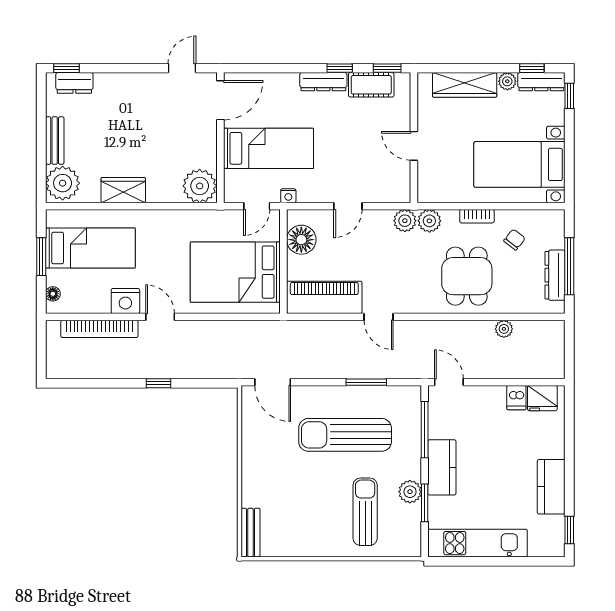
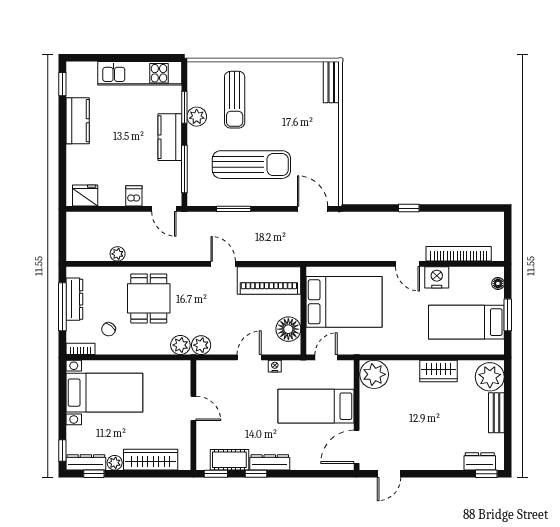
nightstand: (288, 196) -> (275, 366), moved
bookcase: (477, 216) -> (81, 349), moved
dishwasher: (516, 398) -> (134, 196), moved

